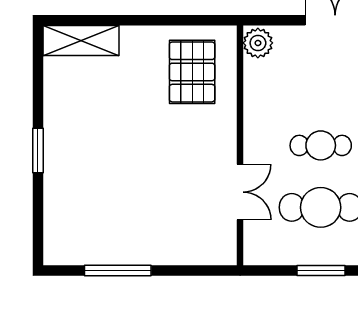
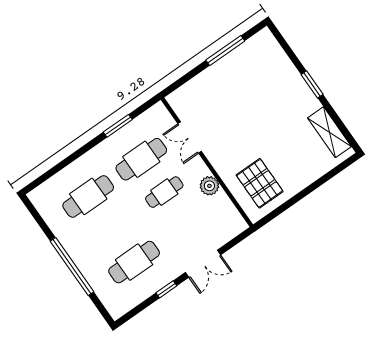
shelving: (81, 41) -> (329, 132), moved, turned 90
plant: (258, 43) -> (209, 186), moved

